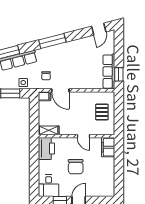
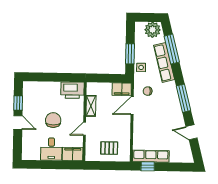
door: (99, 29) -> (192, 132), moved
filing cabinet: (45, 96) -> (122, 89), width x2.00
shelving: (49, 130) -> (91, 106), moved
chair: (76, 167) -> (53, 120), turned 90
desk: (49, 186) -> (51, 149), moved, turned -90

